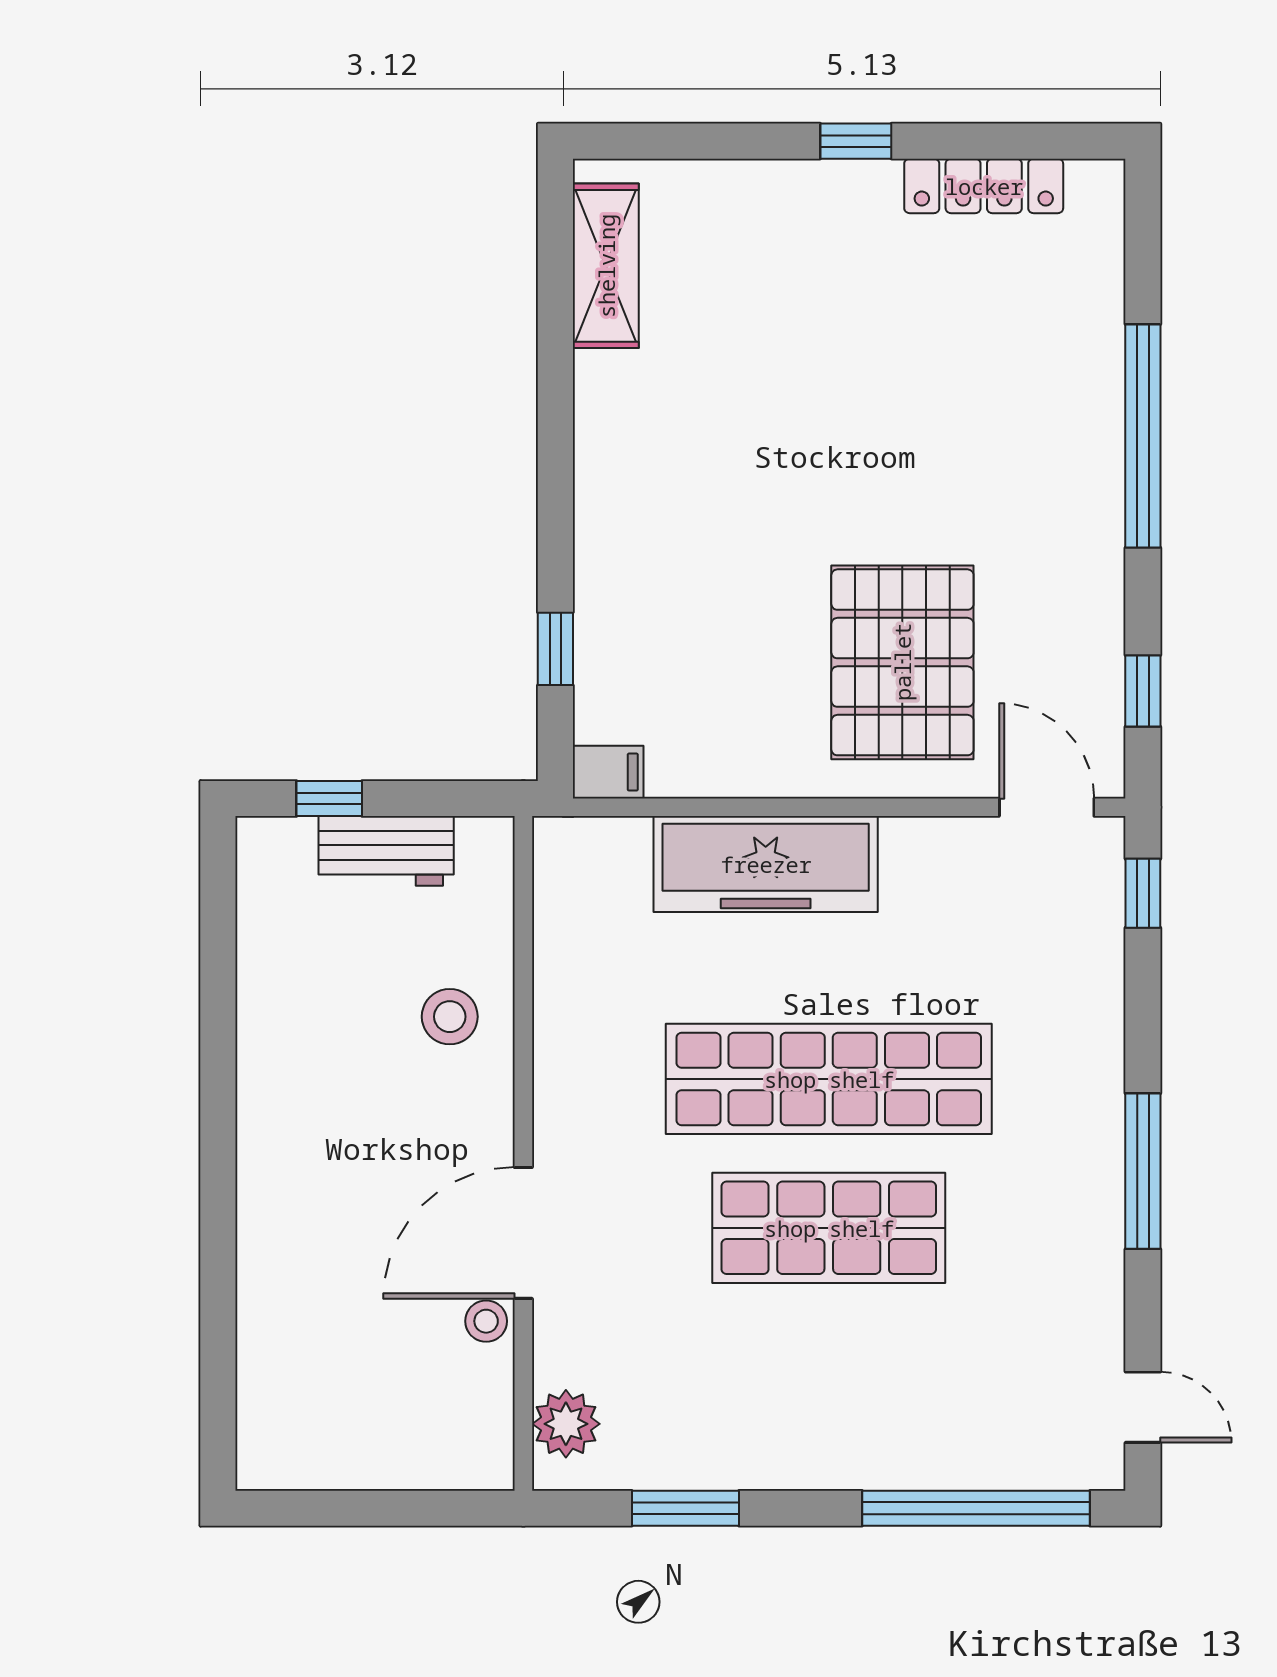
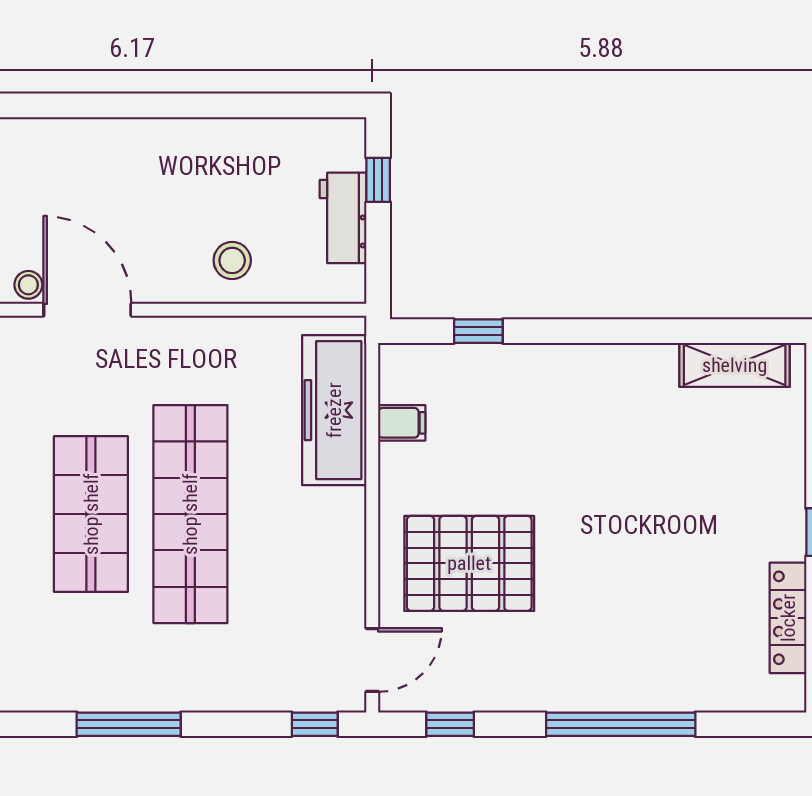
filing cabinet: (608, 772) -> (402, 423), moved, turned -90
freezer: (766, 864) -> (334, 410), moved

